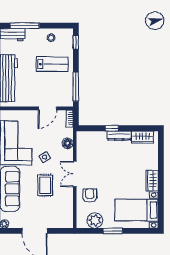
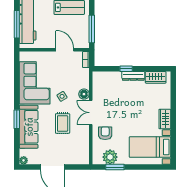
door: (47, 108) -> (65, 50), swing flipped
floor lamp: (68, 143) -> (84, 94), moved
window: (113, 231) -> (115, 167), moved

